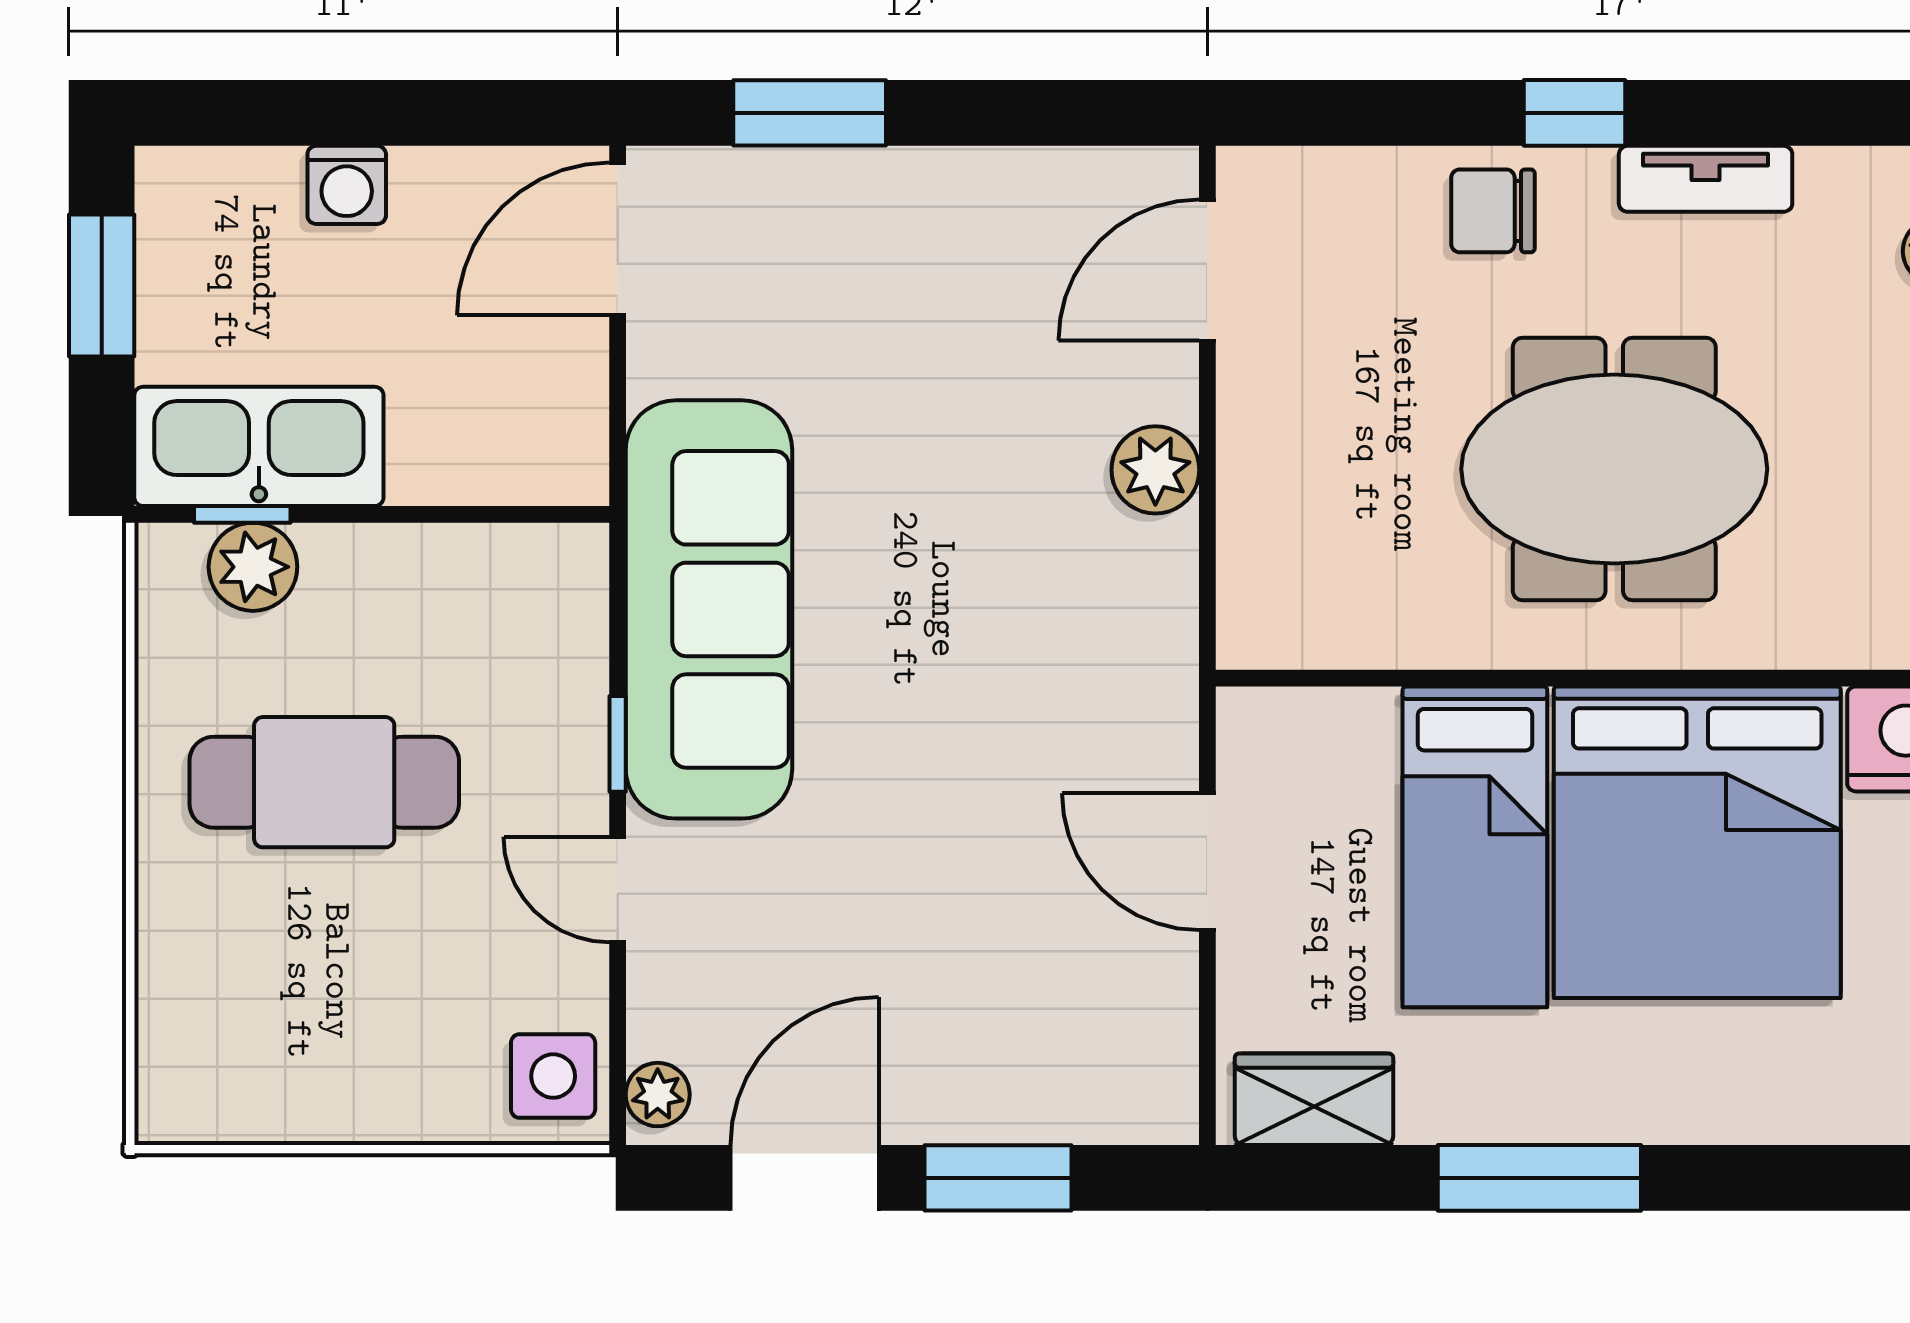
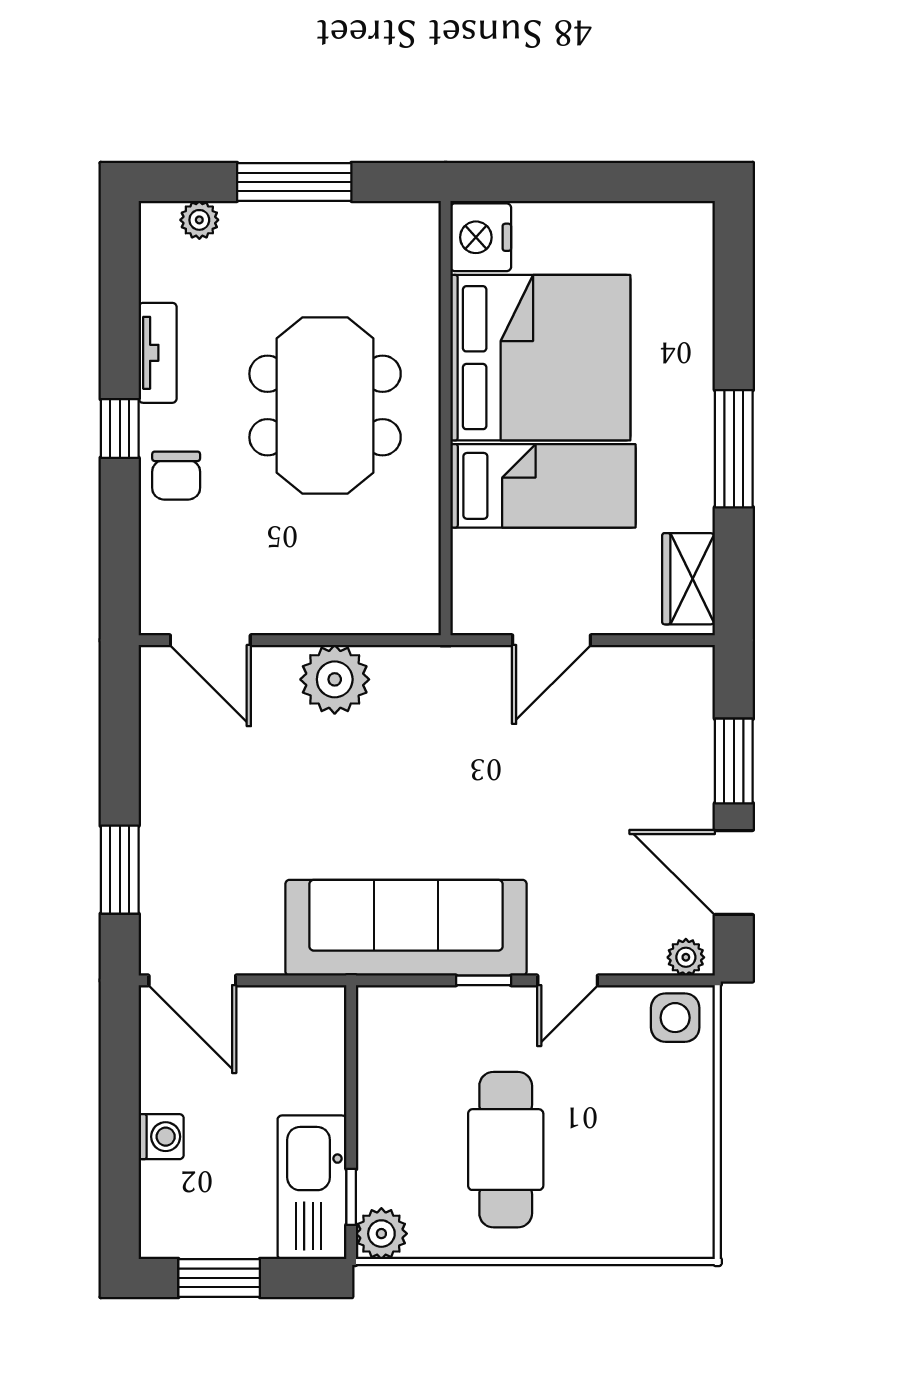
plant: (1155, 470) -> (335, 679), width x1.36, depth x1.36
plant: (253, 567) -> (381, 1234), moved

